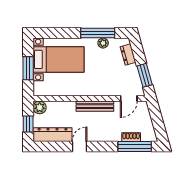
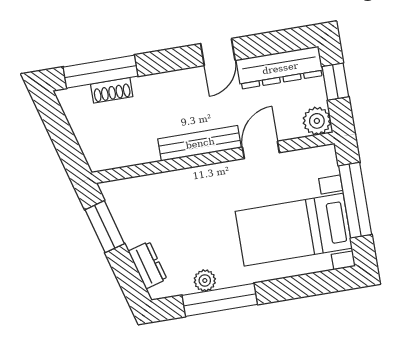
window: (28, 68) -> (355, 200), width x1.44
door: (129, 98) -> (261, 150), moved

